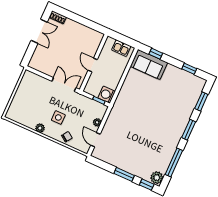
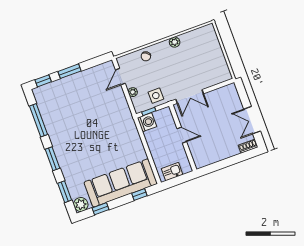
sofa: (149, 64) -> (121, 183), width x1.85, depth x1.27
side table: (58, 117) -> (156, 96), moved
door: (95, 140) -> (120, 77), swing flipped
plant: (157, 178) -> (81, 205), moved

